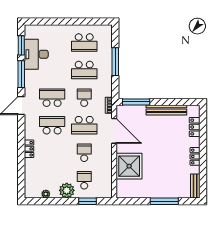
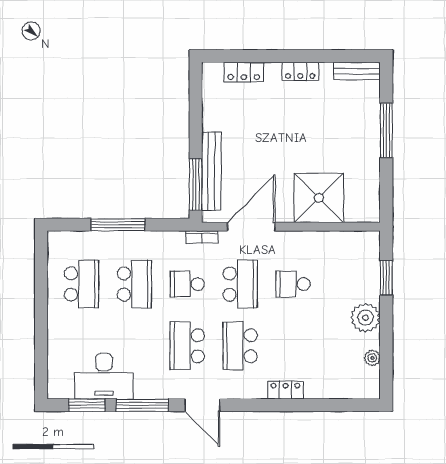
bench: (166, 110) -> (211, 171), moved
school desk: (84, 180) -> (346, 284), removed

